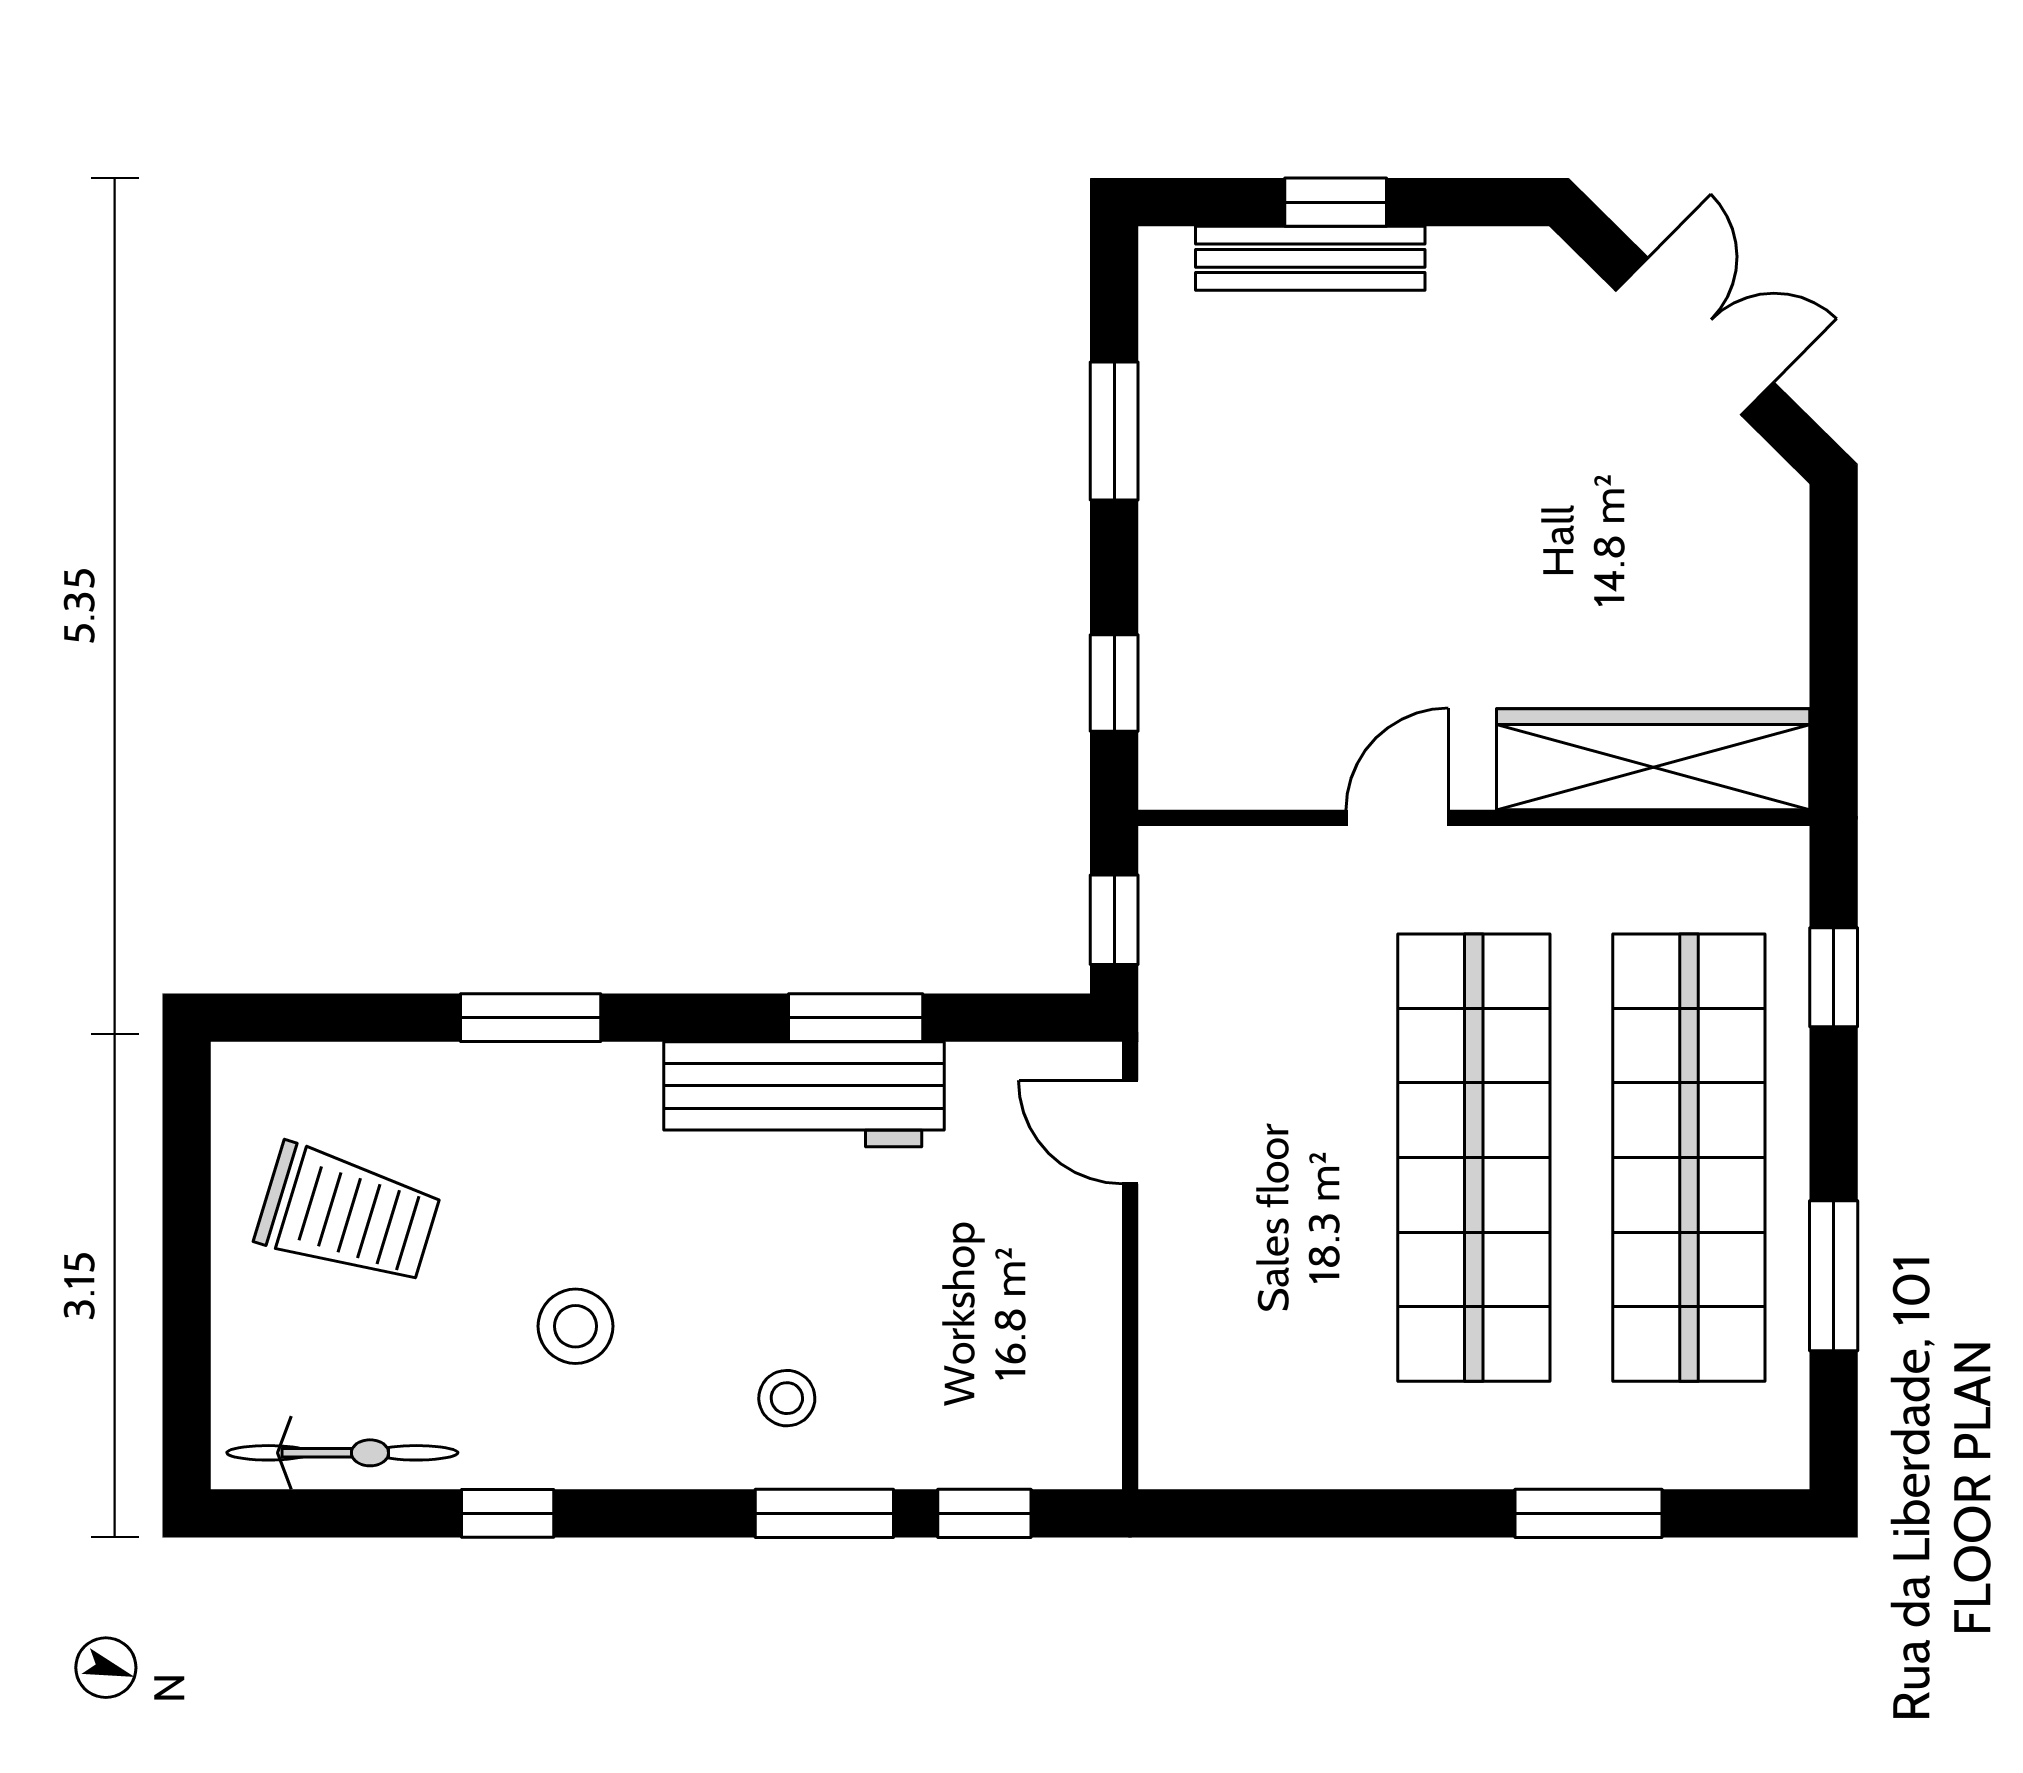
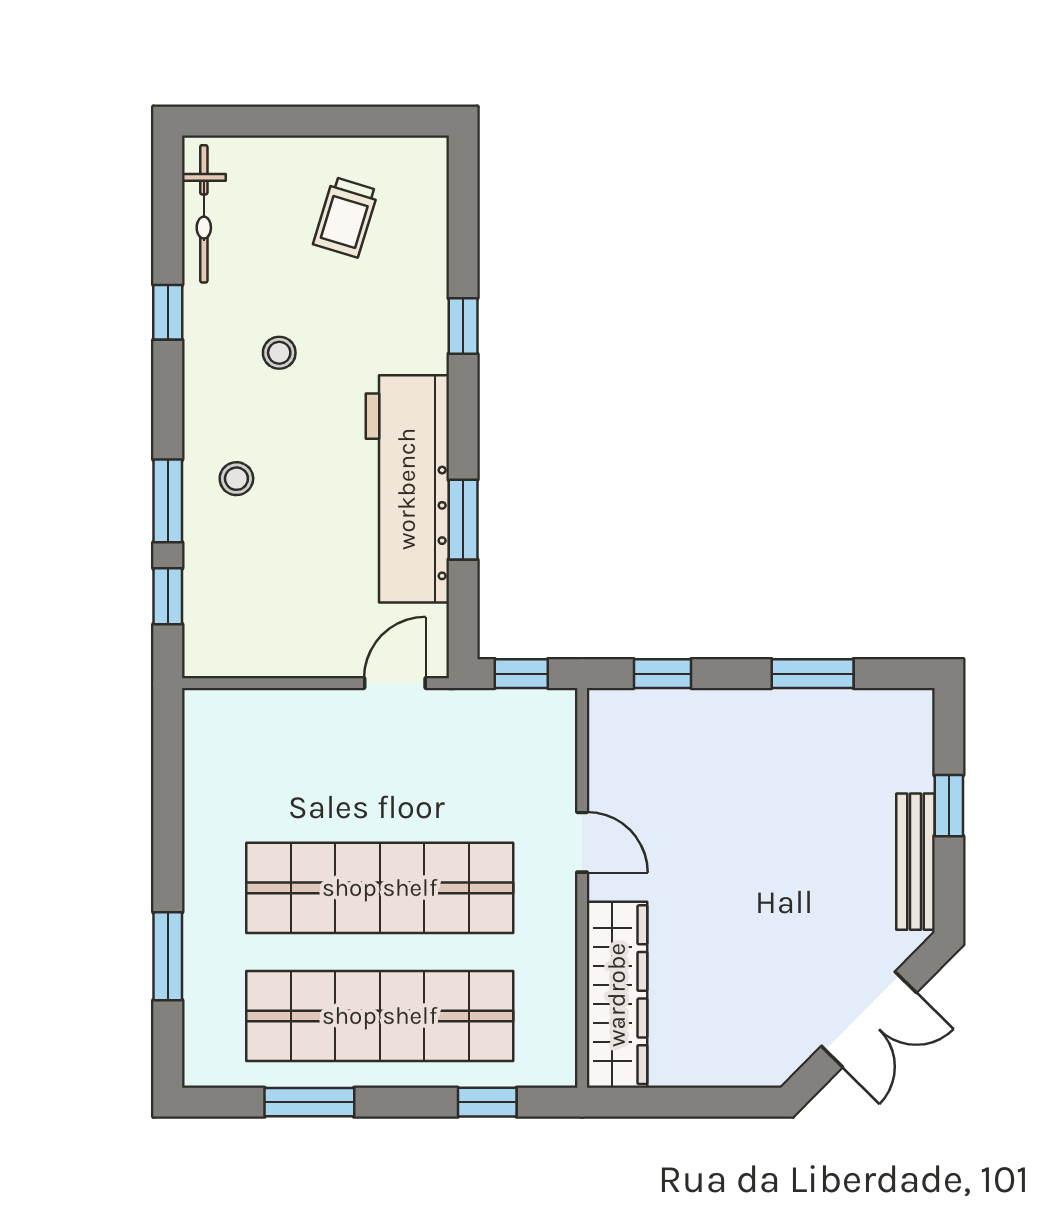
bench: (1310, 258) -> (915, 862), moved
window: (531, 1018) -> (463, 326), width x0.67
workbench: (804, 1094) -> (407, 489), width x1.36, depth x1.32
trolley: (348, 1215) -> (346, 217), width x0.73, depth x0.72
stool: (575, 1326) -> (279, 353), width x0.73, depth x0.73

